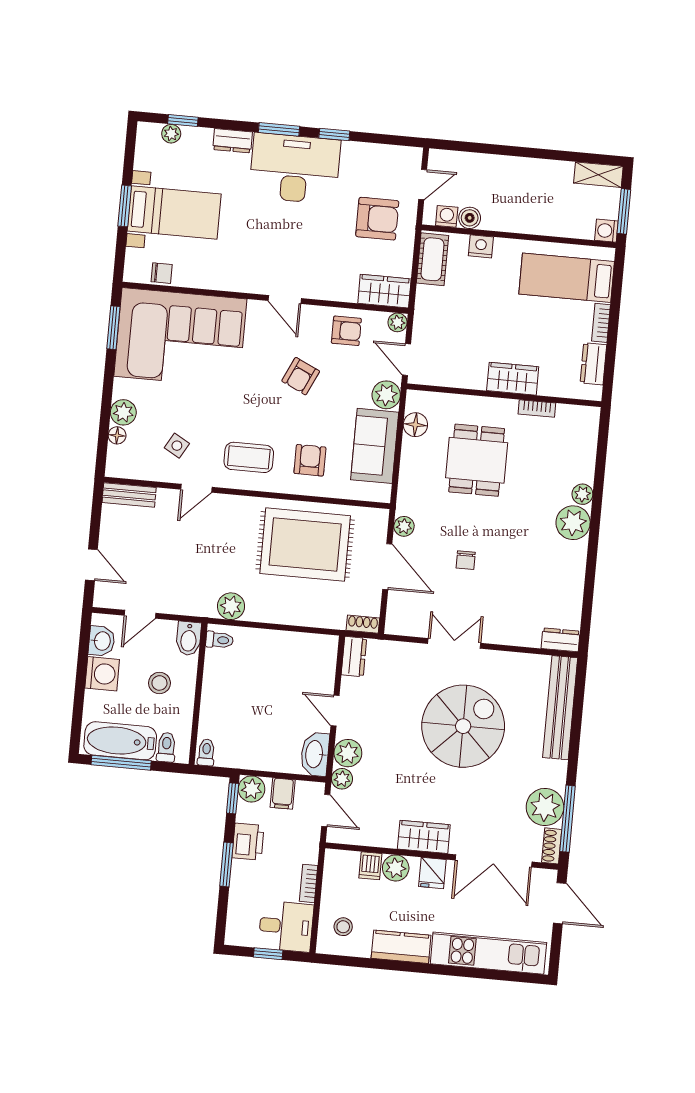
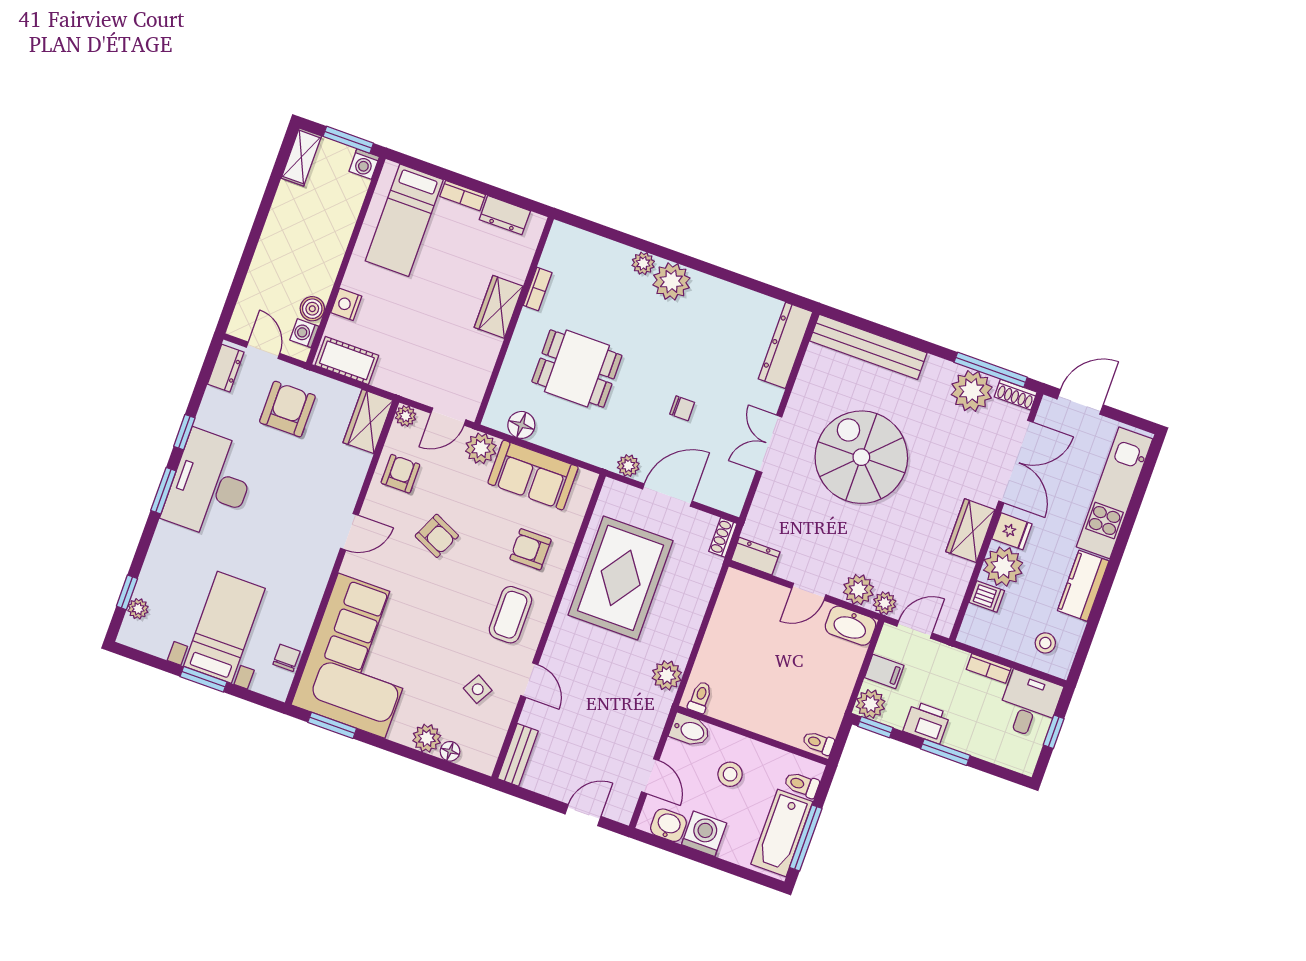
dresser: (233, 141) -> (226, 368), moved
dresser: (561, 640) -> (785, 345), width x1.96, depth x1.24
plant: (396, 868) -> (1003, 567), width x1.36, depth x1.36

